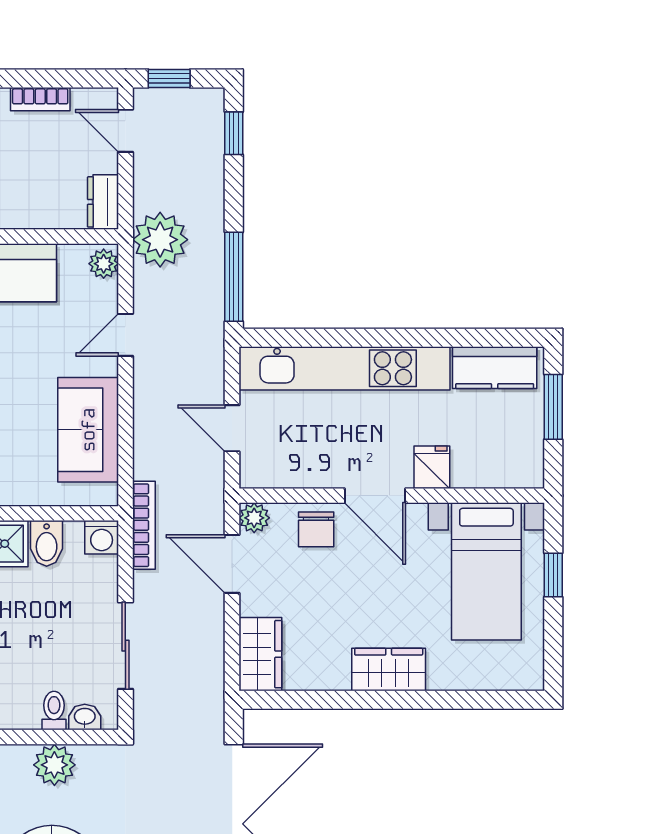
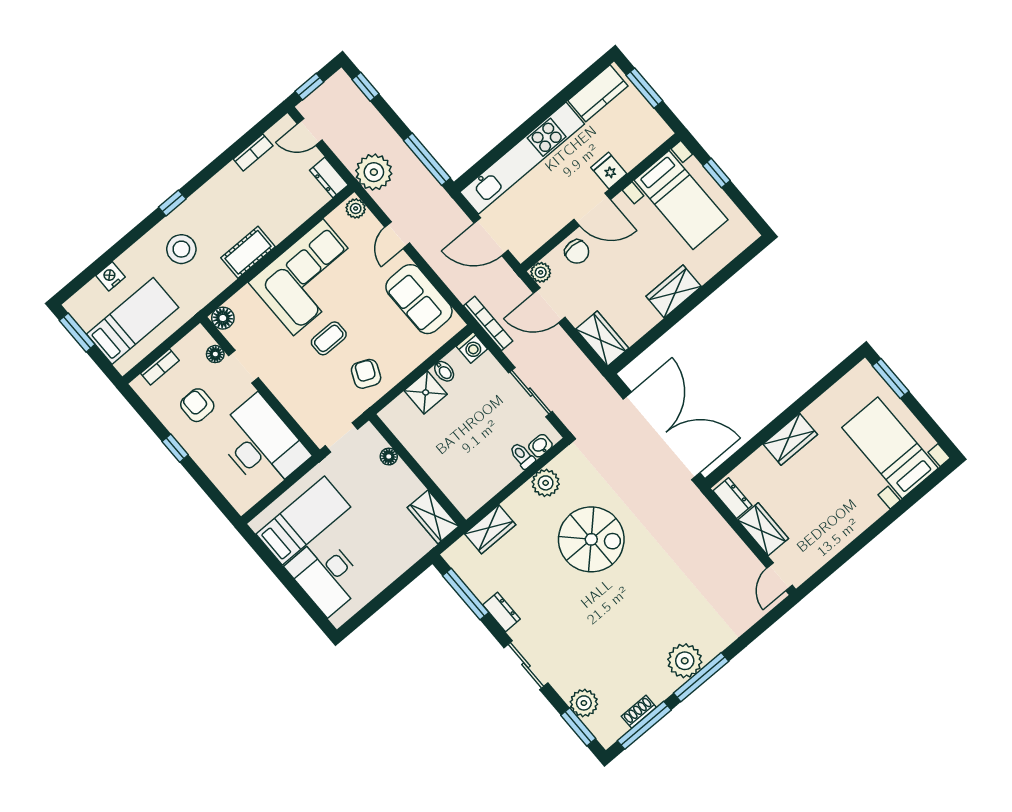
door: (232, 428) -> (491, 237), width x1.38
bidet: (47, 543) -> (444, 371), width x0.72, depth x0.74

